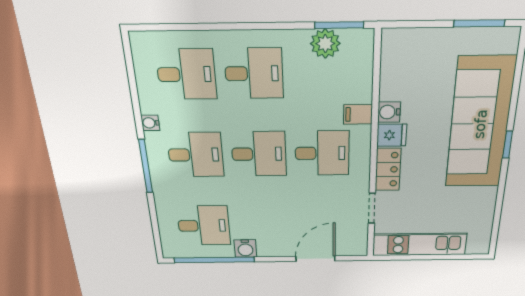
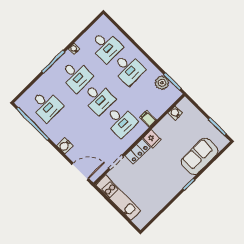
water cooler: (389, 112) -> (175, 113), moved
sofa: (480, 124) -> (200, 156), width x0.54, depth x0.79
water cooler: (245, 249) -> (65, 146), moved
door: (315, 259) -> (80, 172), moved

